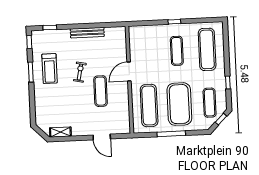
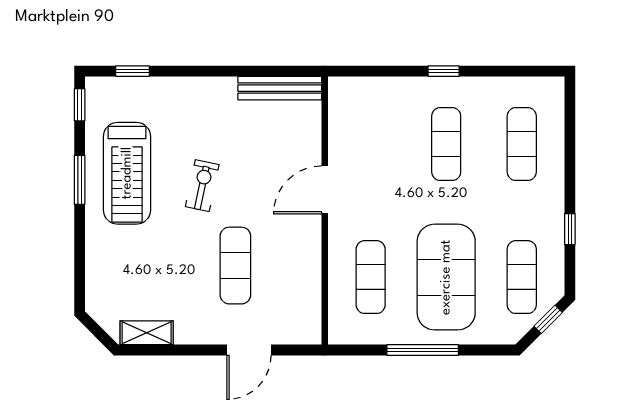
bench: (87, 33) -> (280, 88), moved
exercise mat: (207, 49) -> (522, 144), width x0.73, depth x0.69
treadmill: (50, 69) -> (127, 173), width x1.37, depth x1.38
exercise mat: (101, 91) -> (235, 266), moved
exercise mat: (149, 106) -> (371, 277), width x0.73, depth x0.69
door: (102, 137) -> (249, 350), hinge flipped

